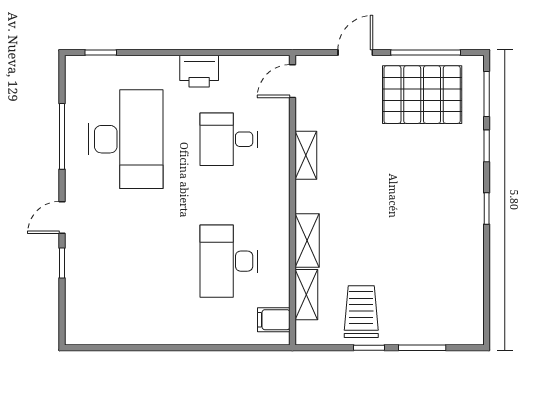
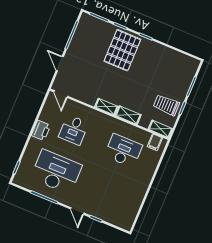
pallet: (422, 95) -> (122, 50), moved
shelving: (306, 155) -> (106, 107), moved
desk: (229, 261) -> (123, 151), turned 180
shelving: (306, 295) -> (160, 129), moved

